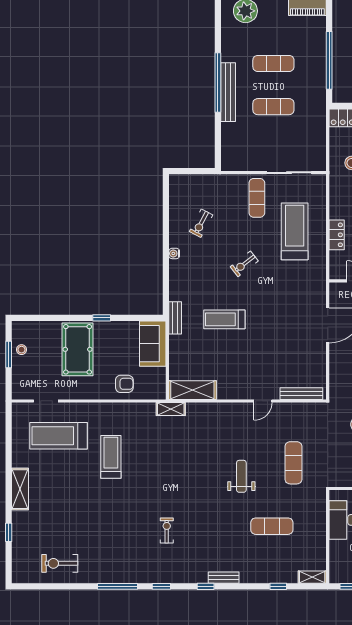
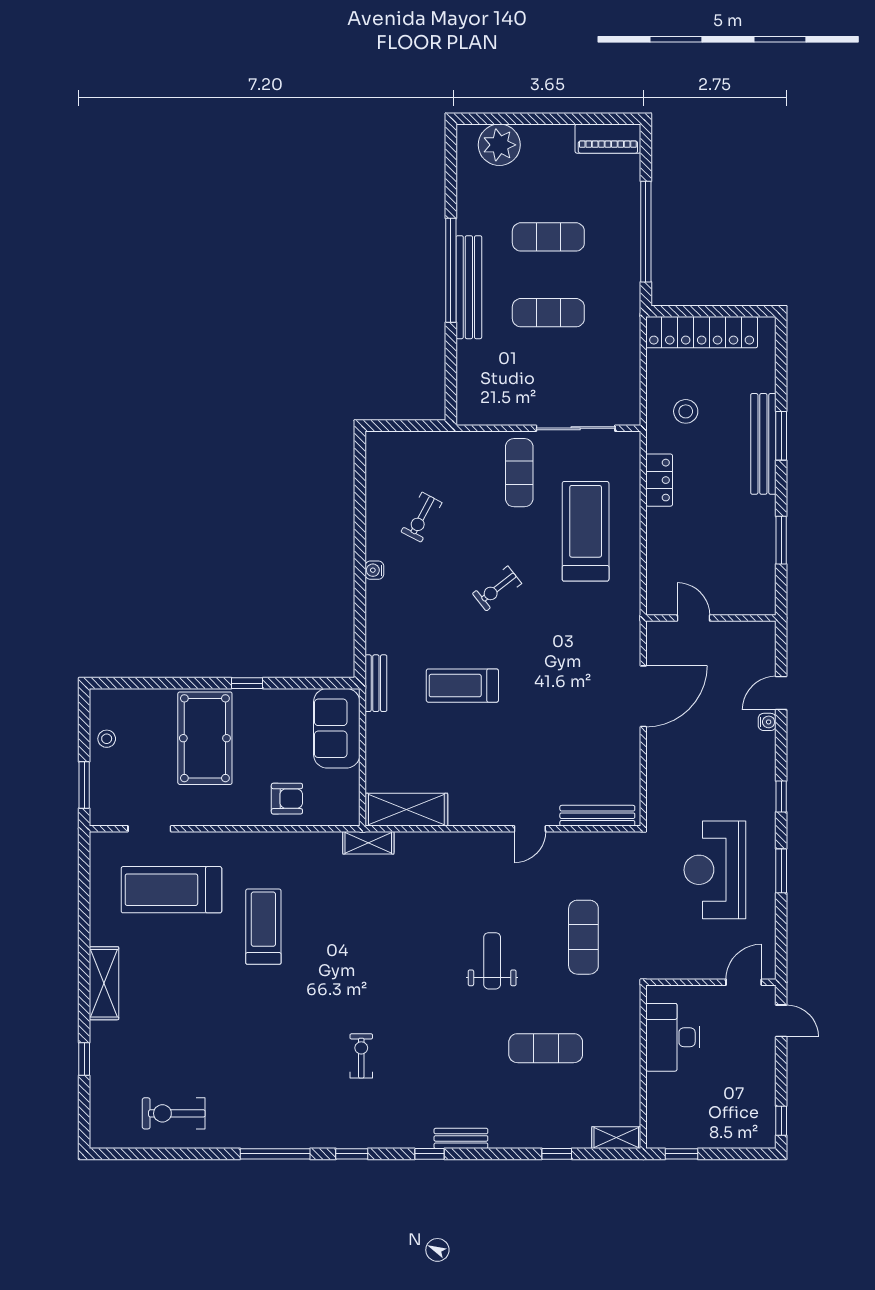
locker: (337, 235) -> (659, 480), moved
window: (9, 354) -> (84, 785), moved

